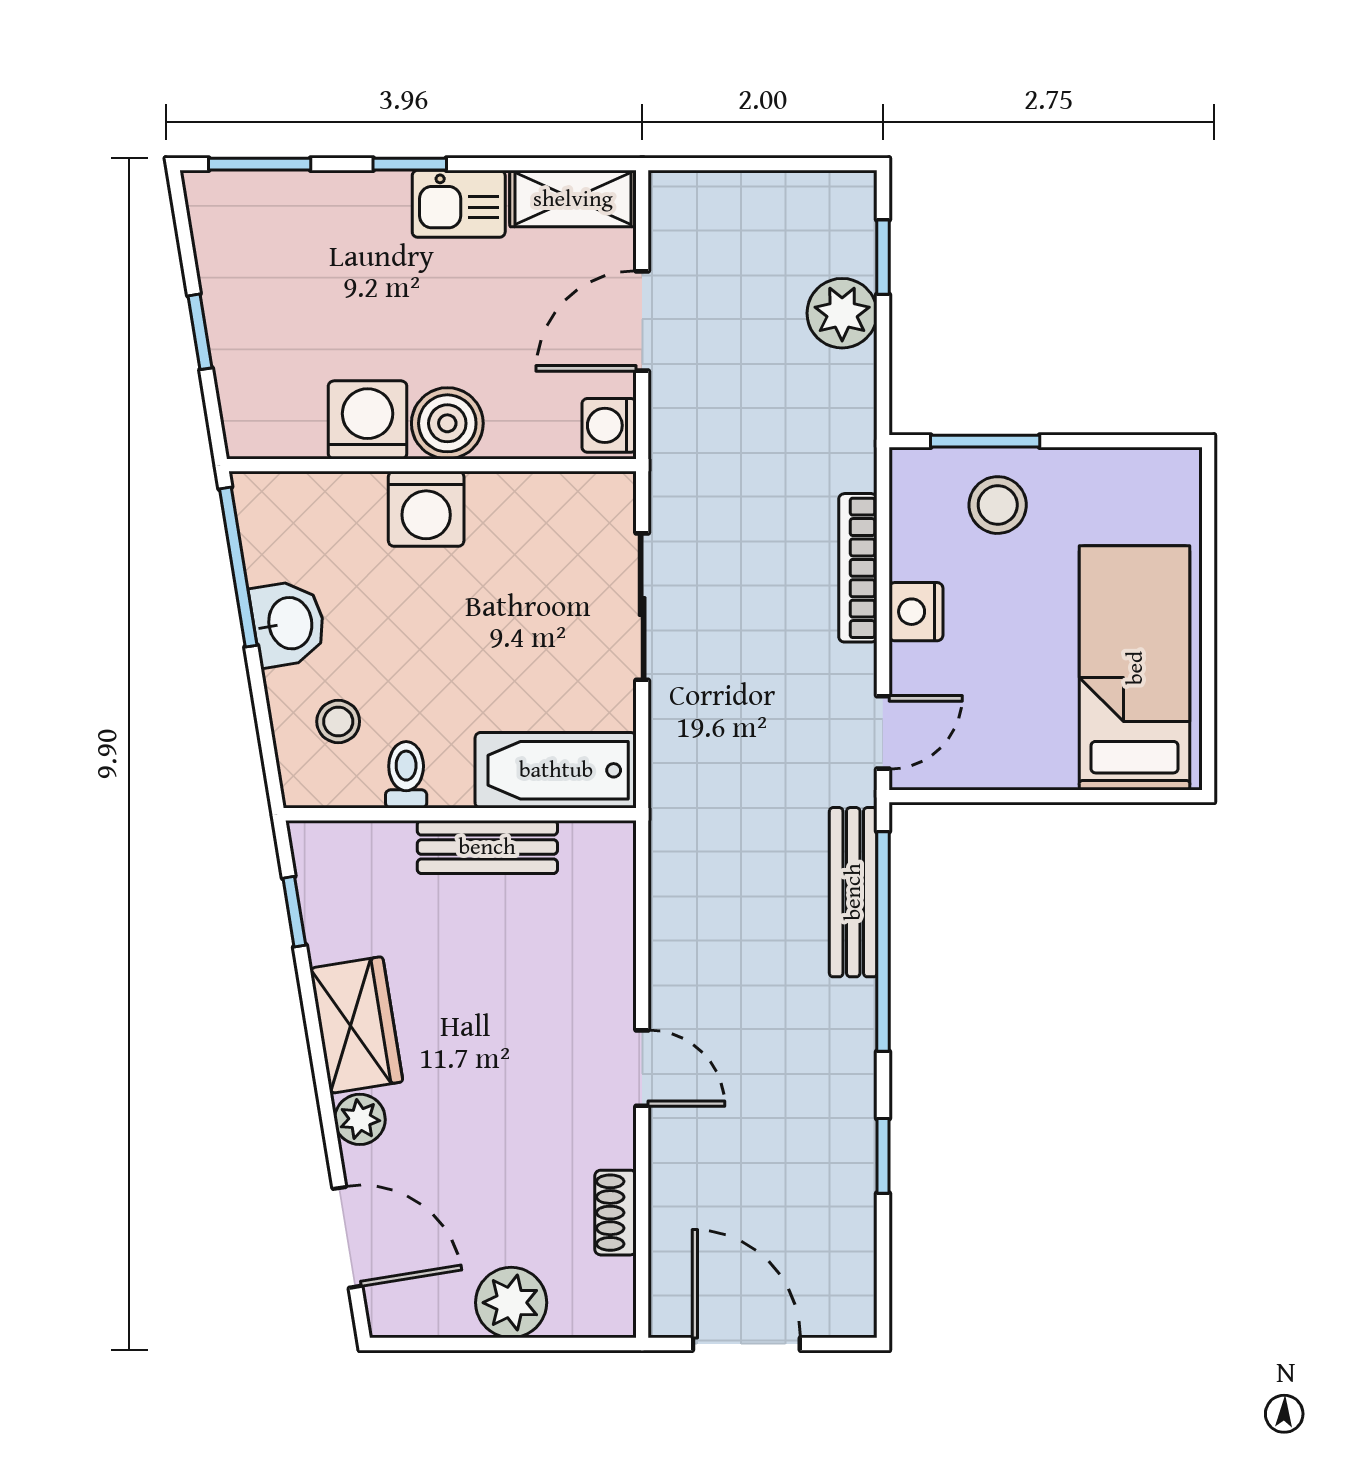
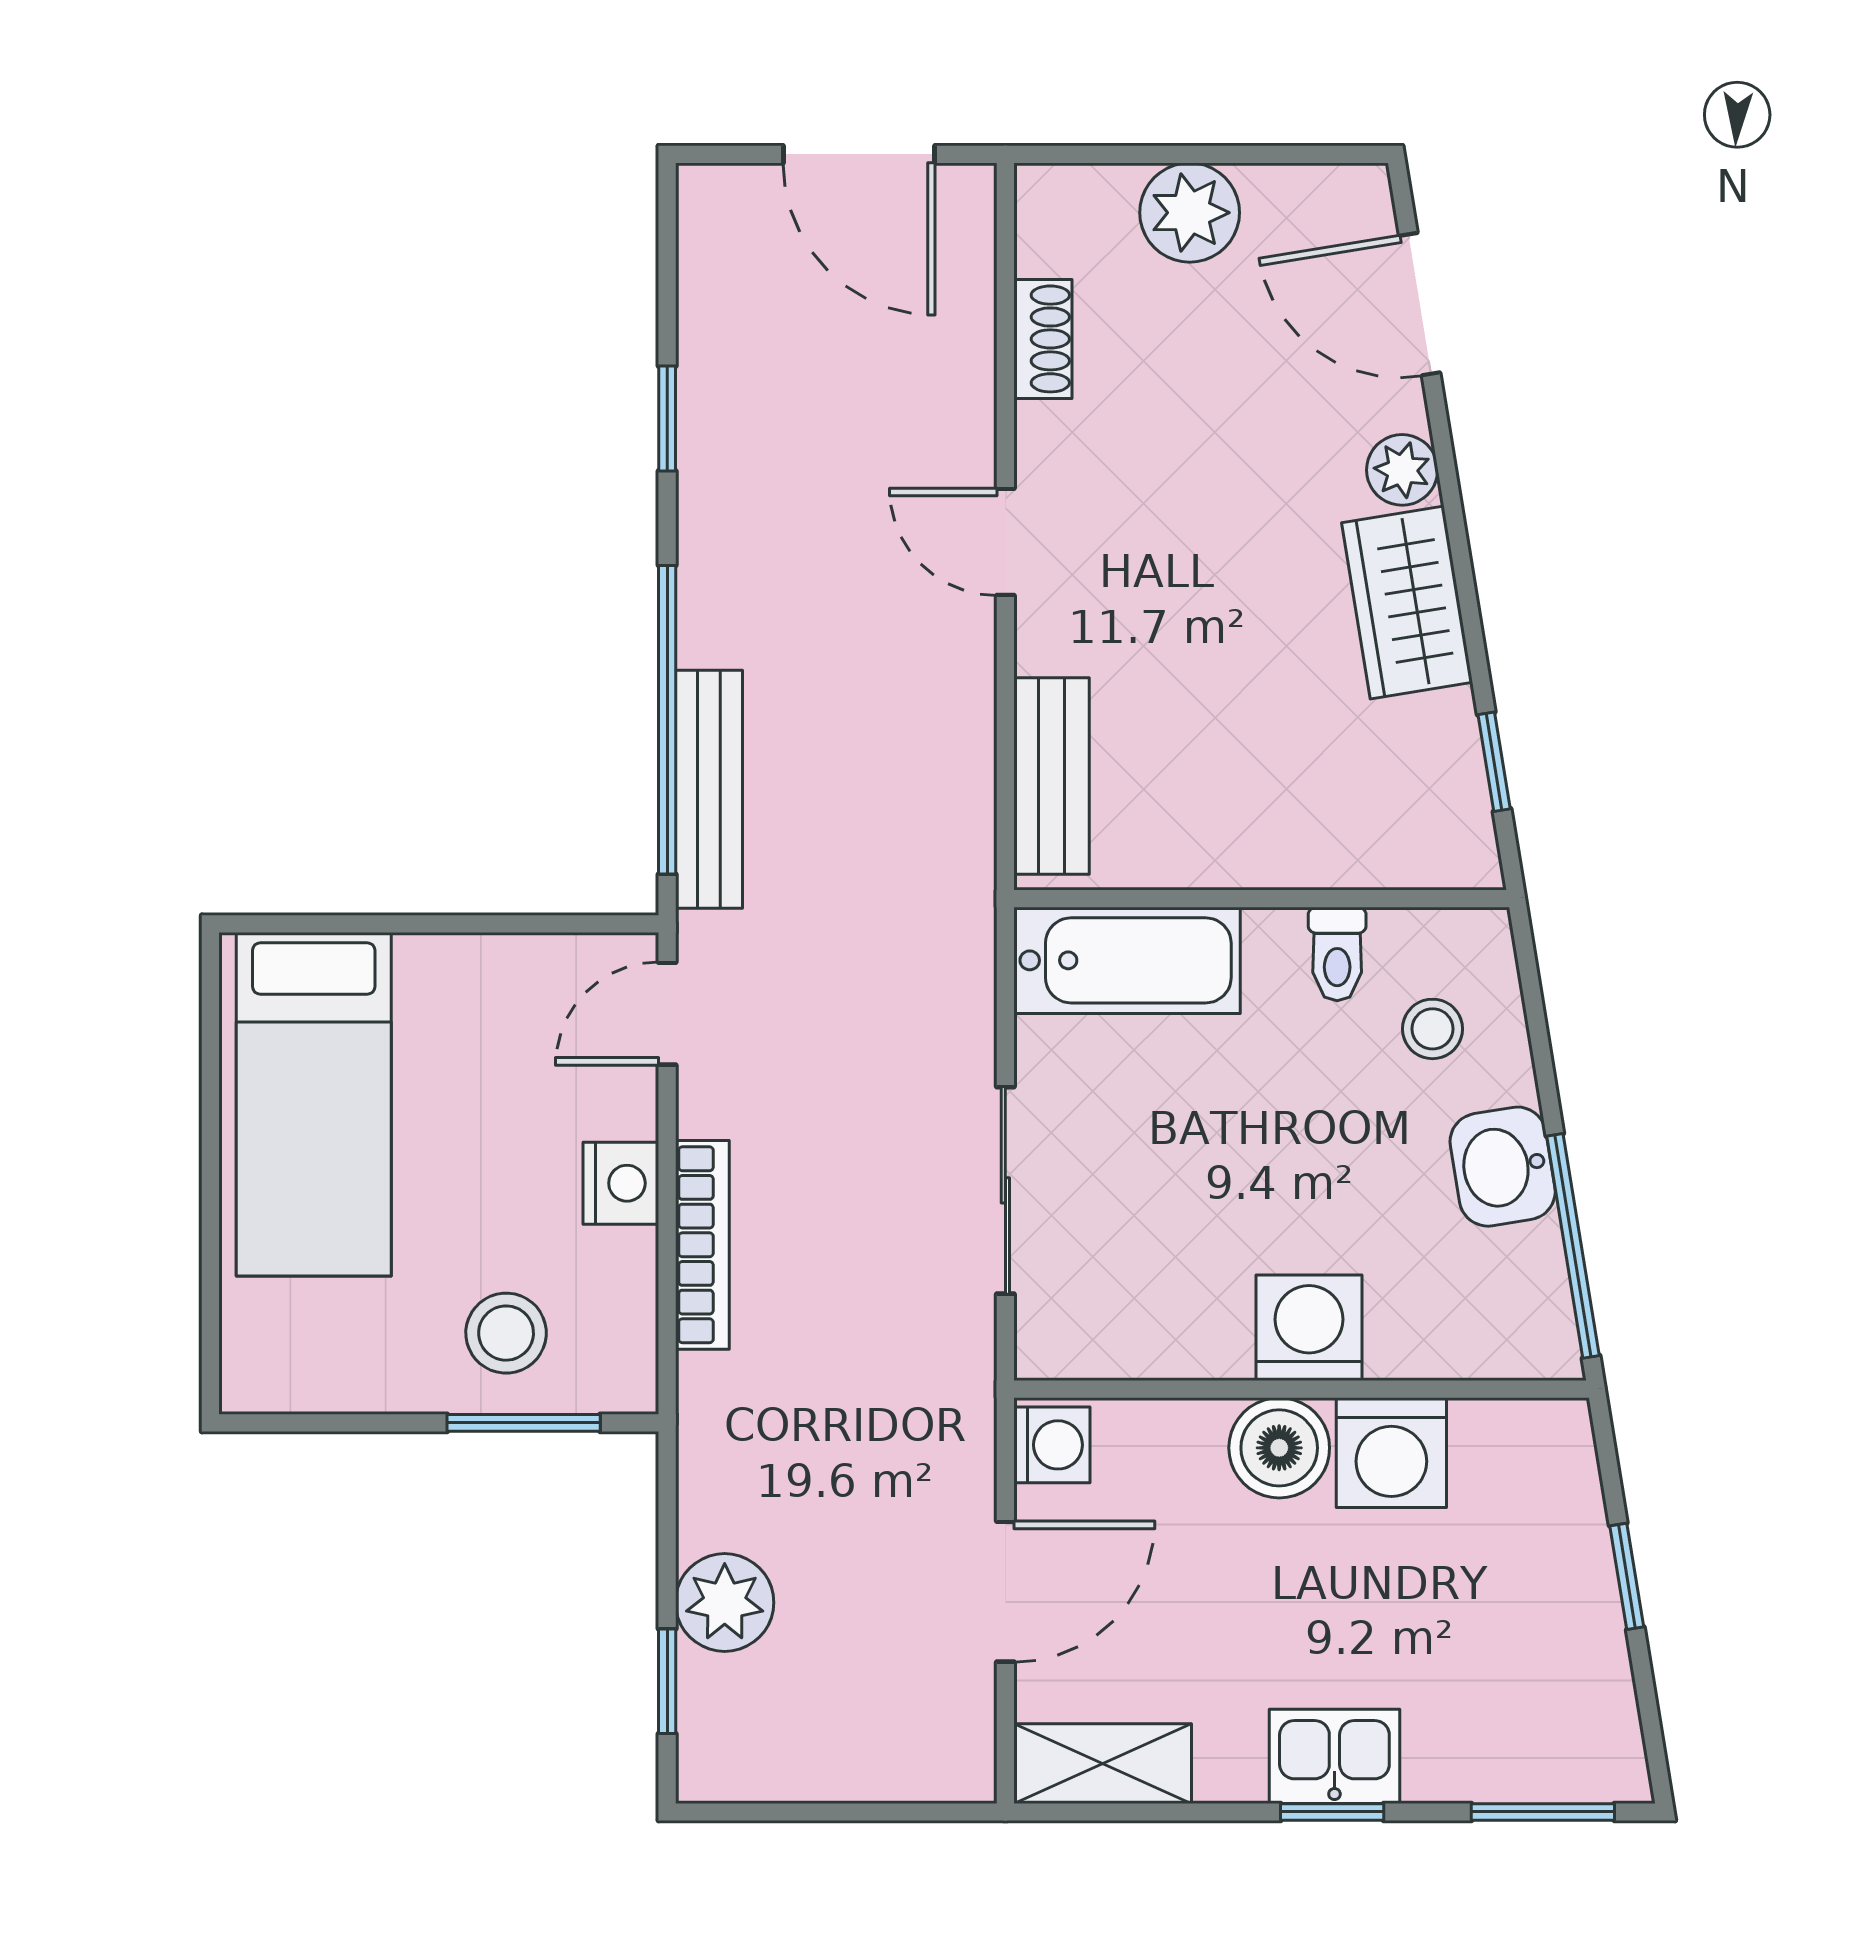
kitchen sink: (459, 204) -> (1334, 1756), moved
bench: (487, 847) -> (1051, 776), moved, turned 90

